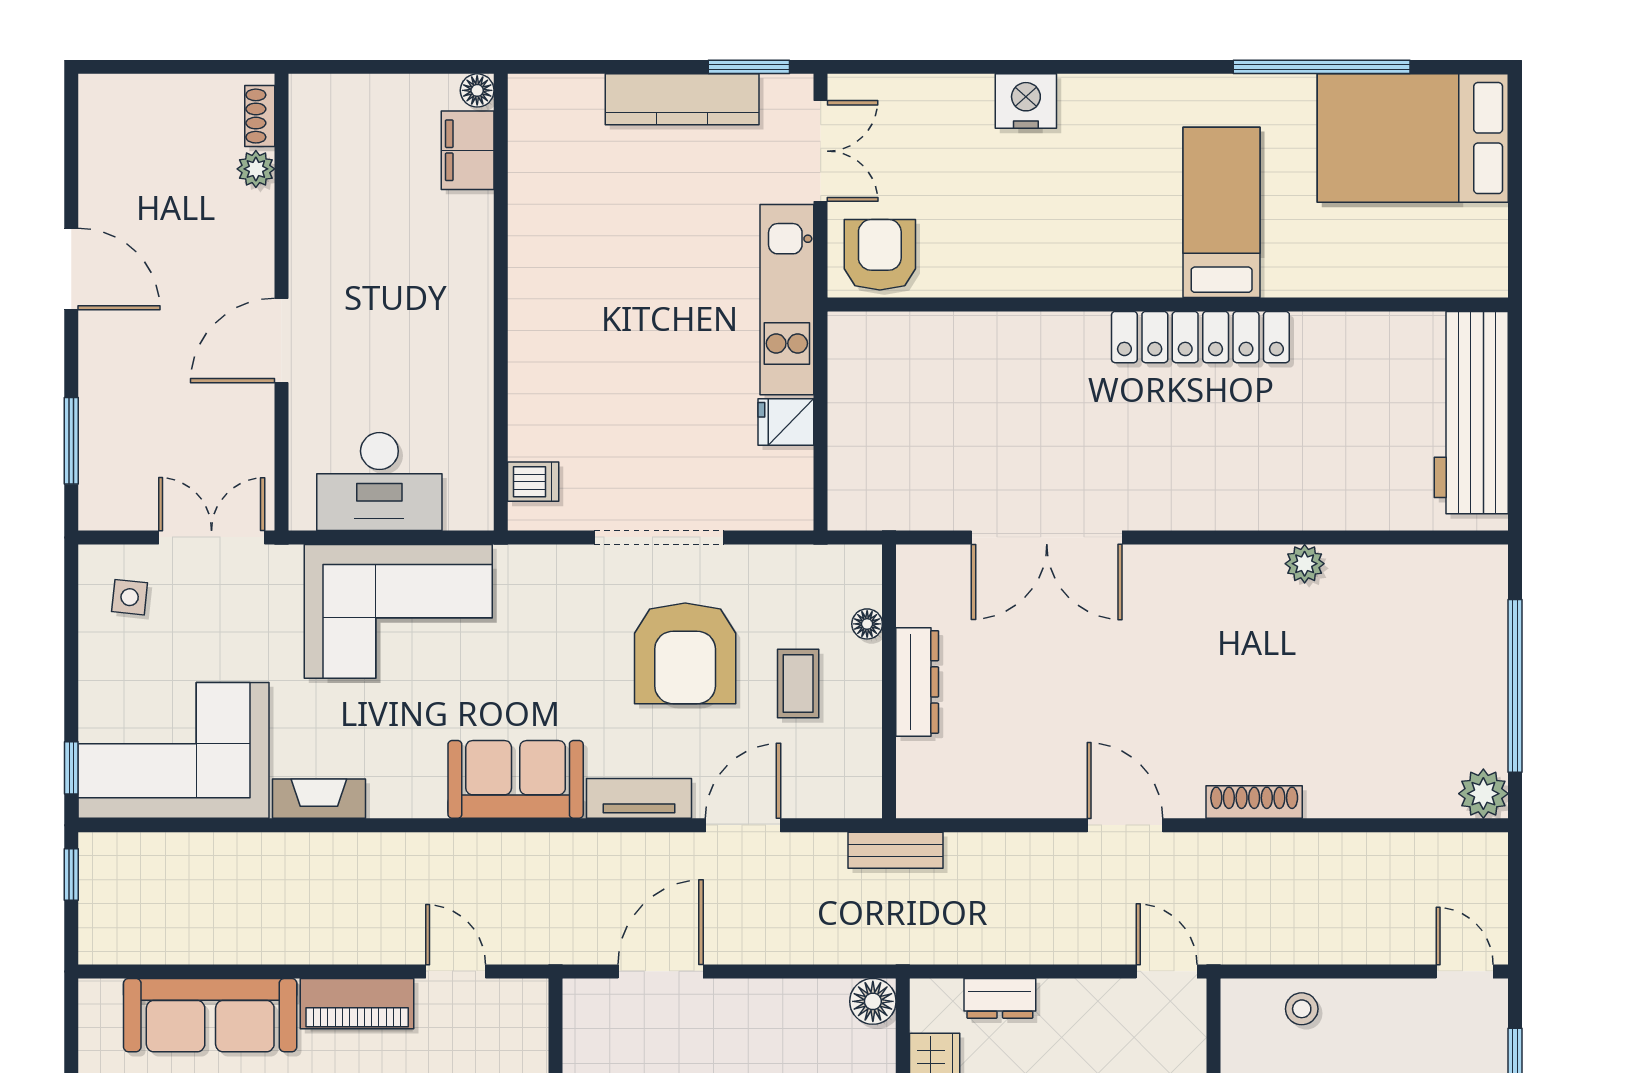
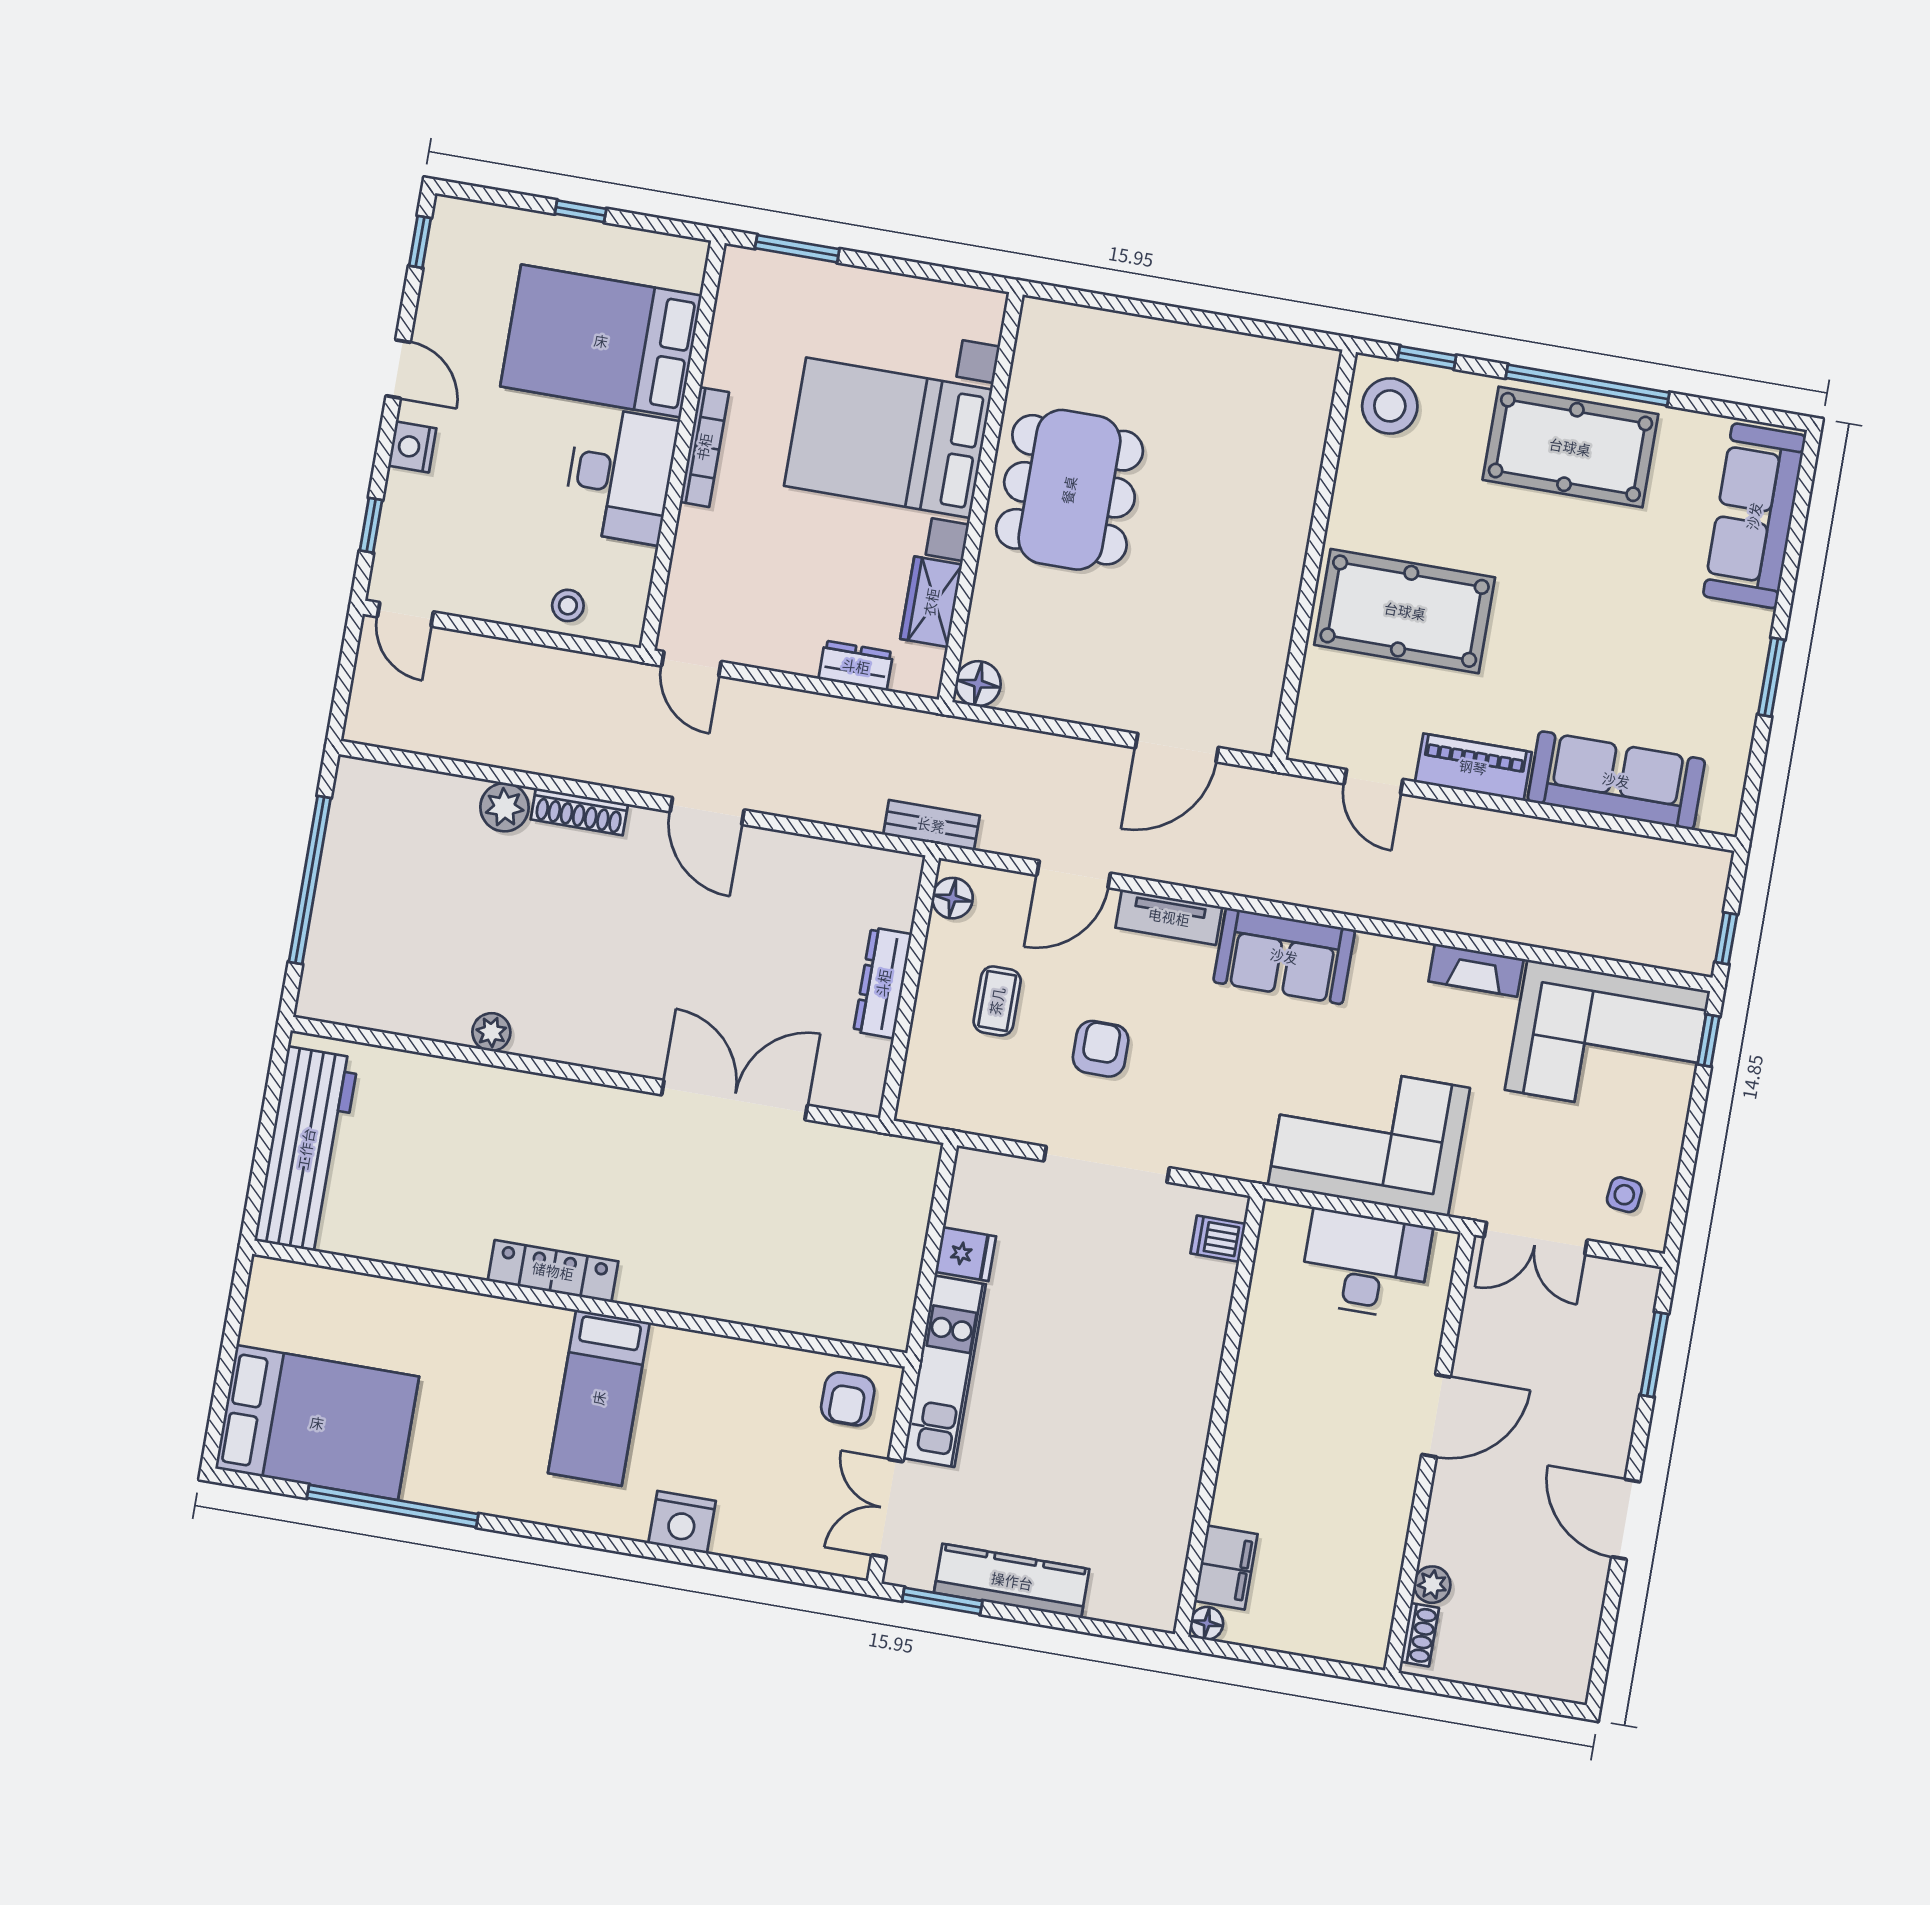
bed: (1222, 212) -> (599, 1398), moved
armchair: (880, 255) -> (848, 1399), width x0.72, depth x0.72
locker: (1200, 337) -> (553, 1271), width x0.71, depth x0.83
floor lamp: (867, 624) -> (952, 898), moved, width x1.37, depth x1.37
armchair: (685, 653) -> (1101, 1049), width x0.53, depth x0.53
plant: (1483, 794) -> (505, 807), moved

